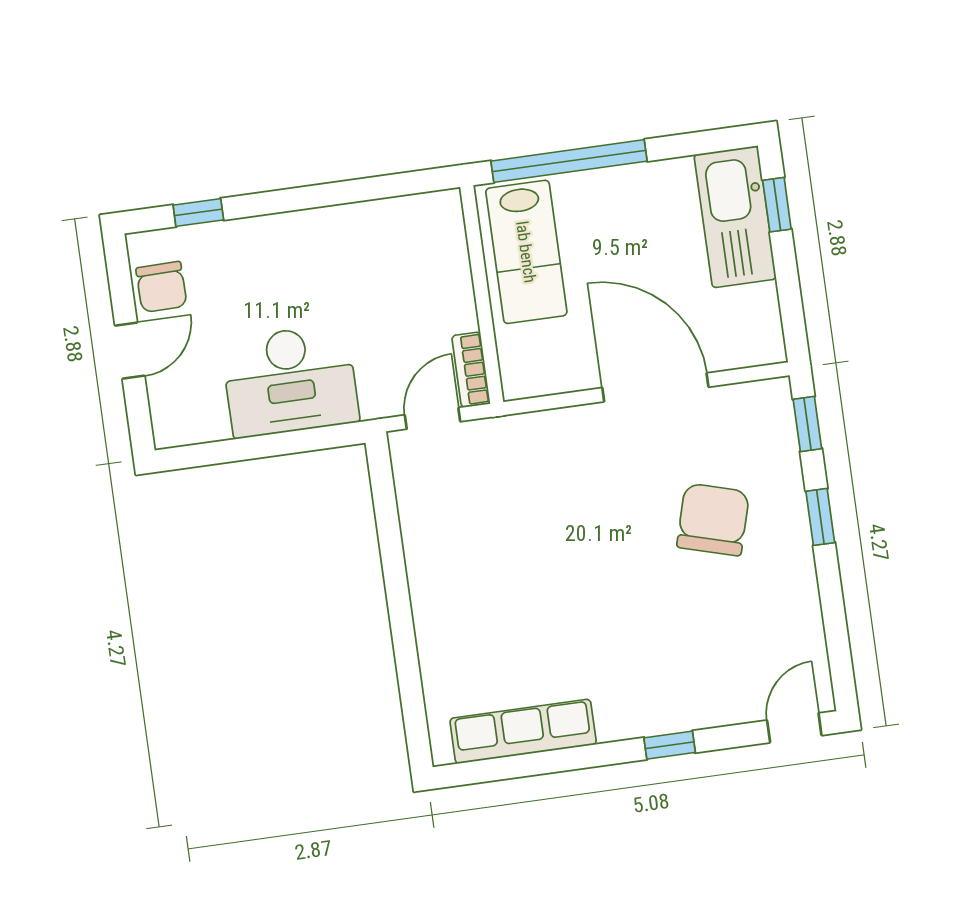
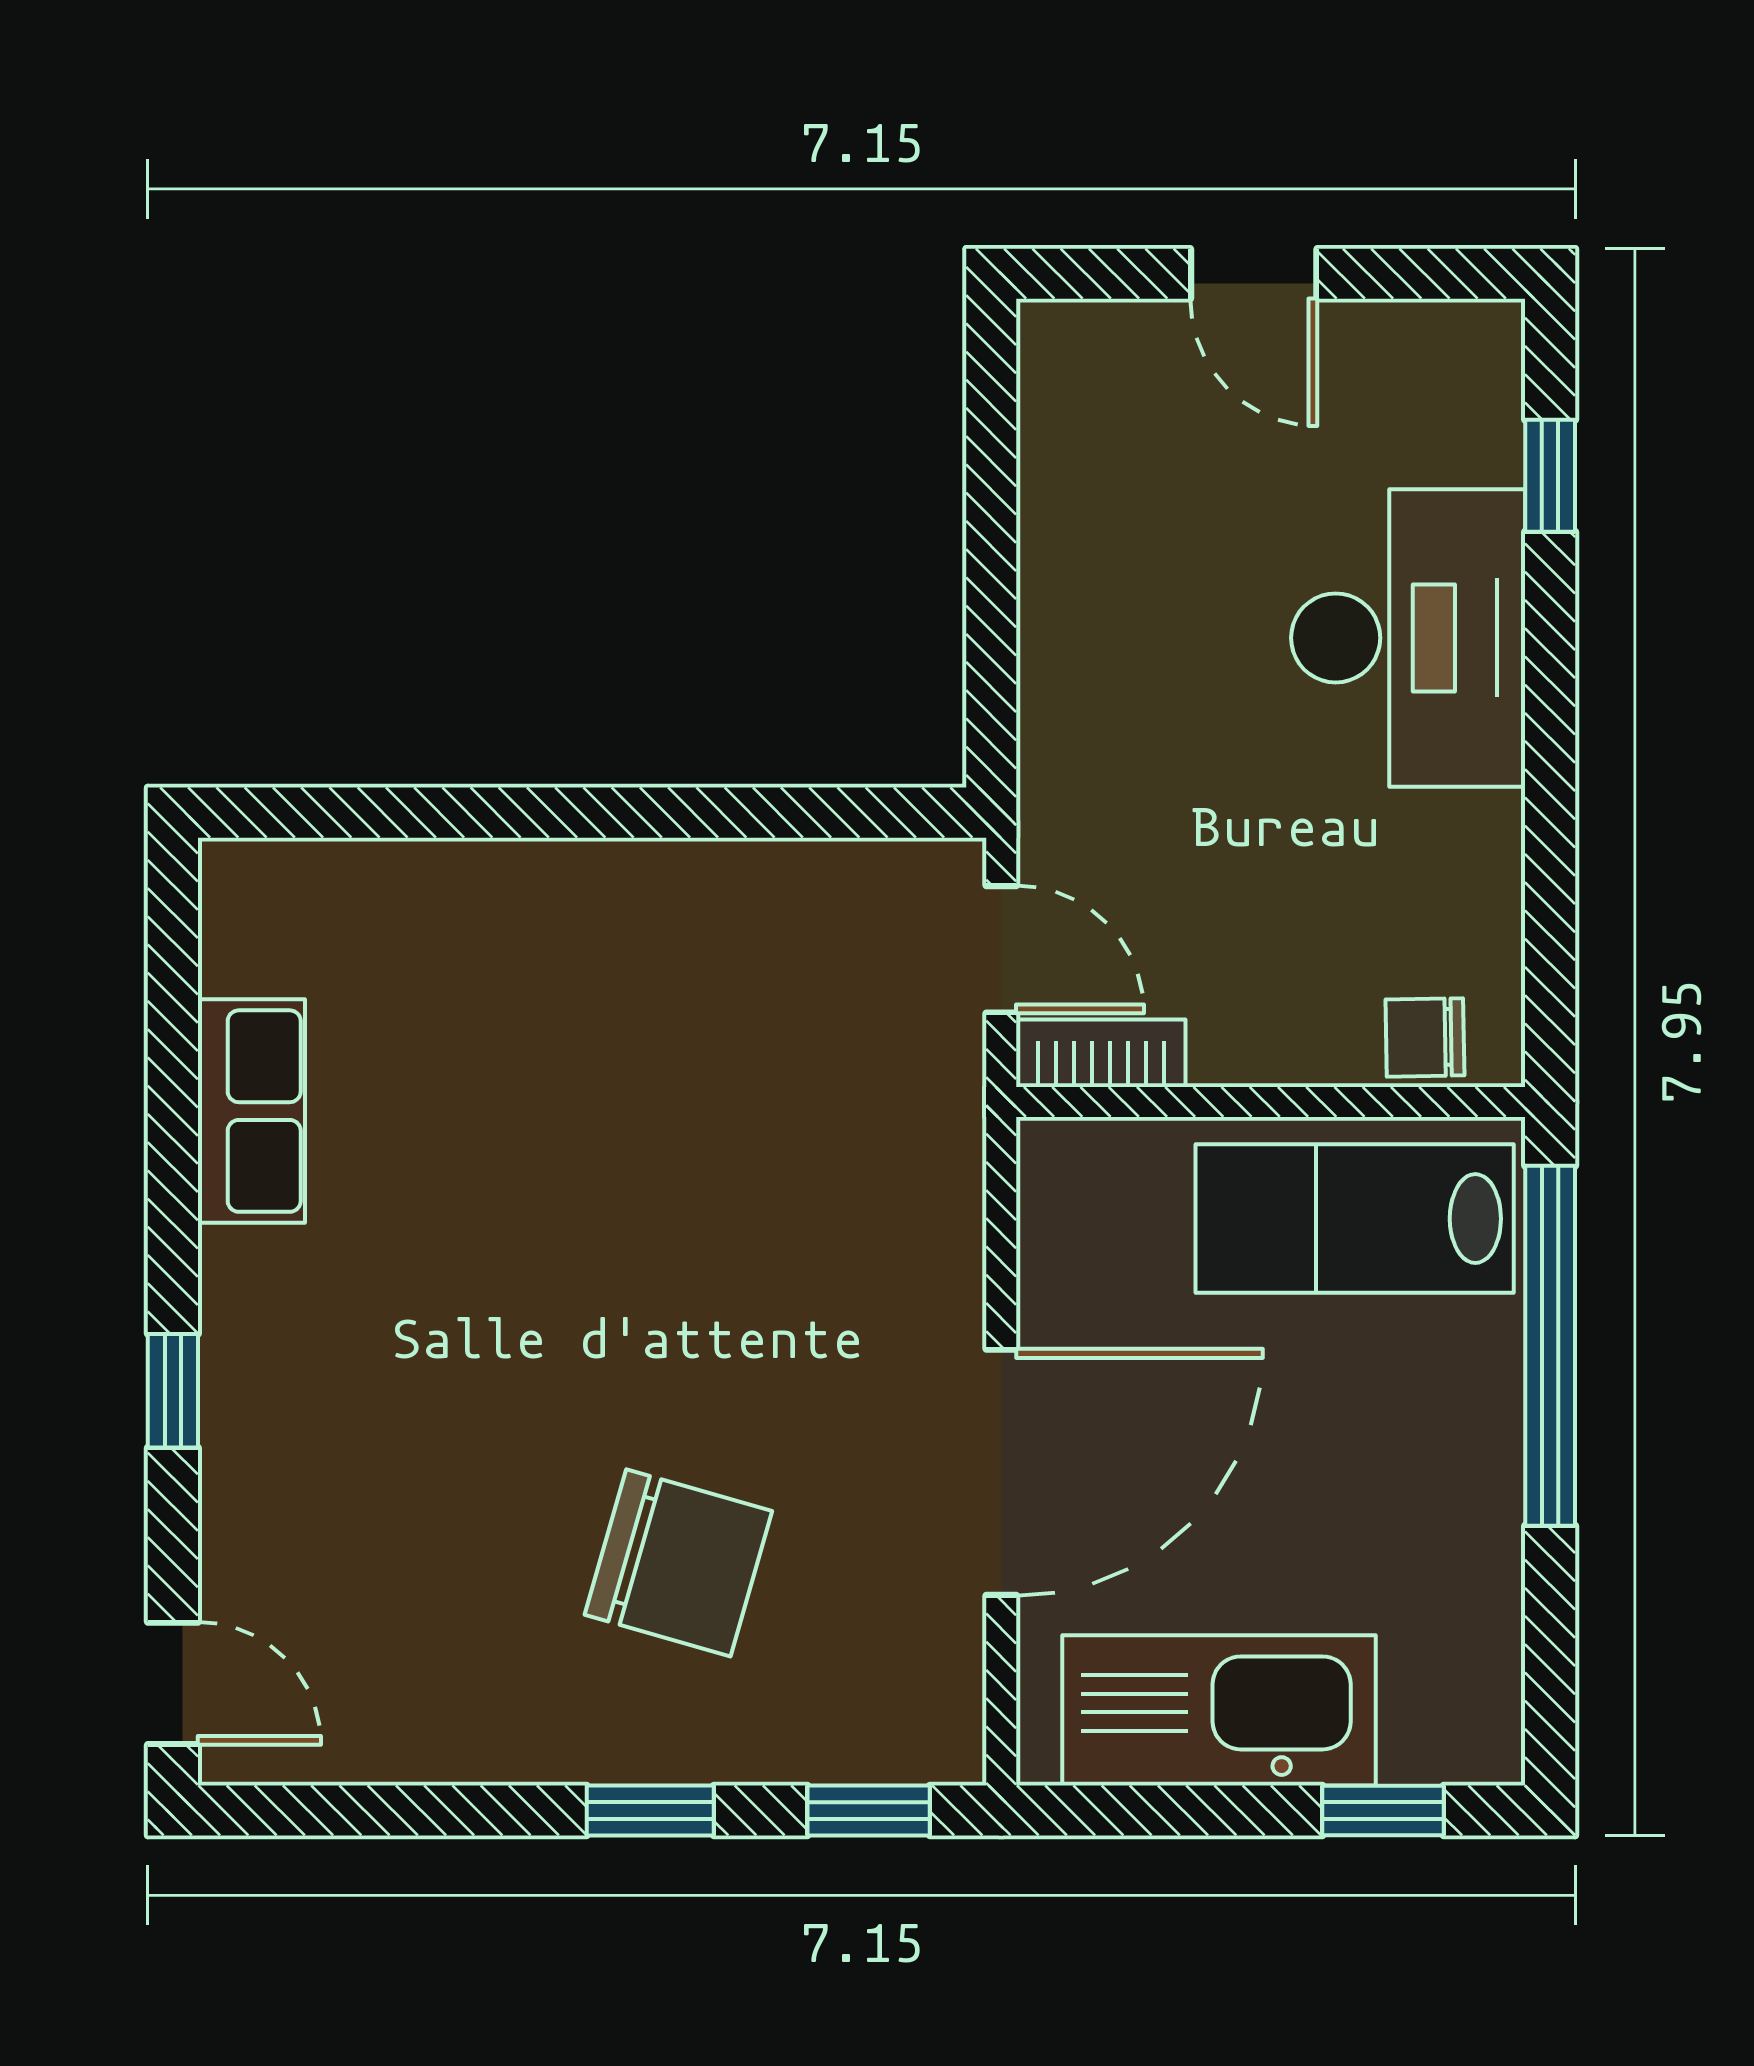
kitchen sink: (735, 217) -> (1219, 1710), moved
chair: (161, 287) -> (1425, 1037), moved, width x0.73, depth x0.73
desk: (290, 381) -> (1408, 638), moved, turned 180
row of seats: (523, 731) -> (251, 1111), width x0.68

